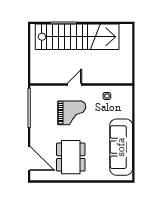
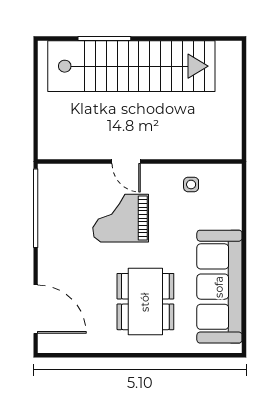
door: (74, 84) -> (126, 161), swing flipped
grand piano: (72, 113) -> (121, 218), turned 180
dining table: (71, 157) -> (145, 302), moved

